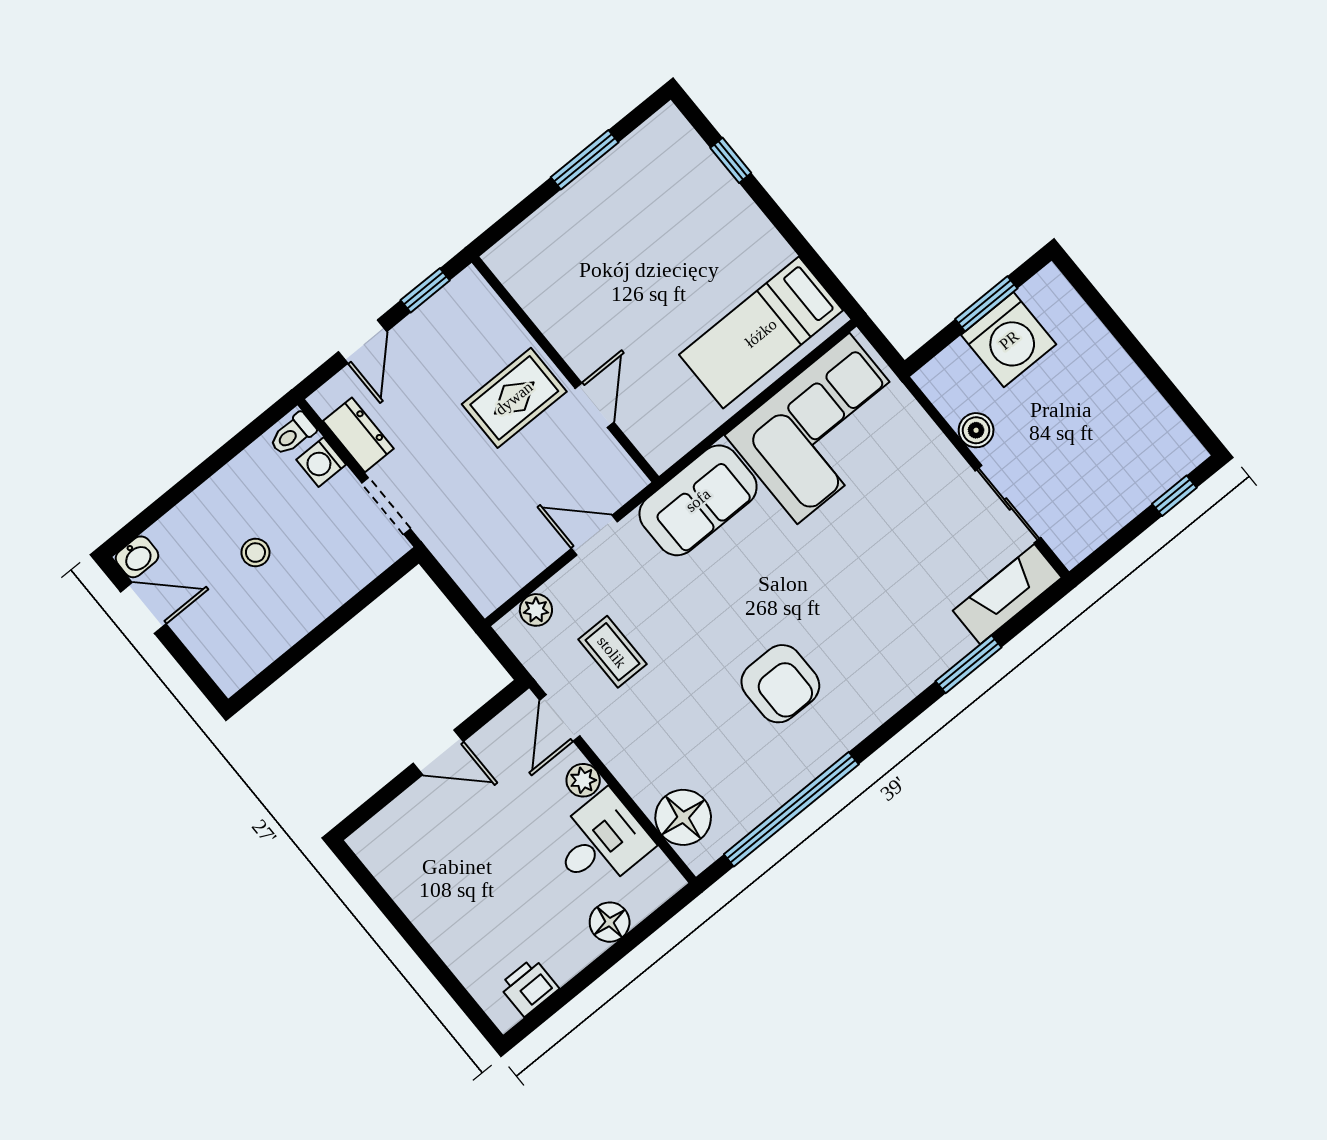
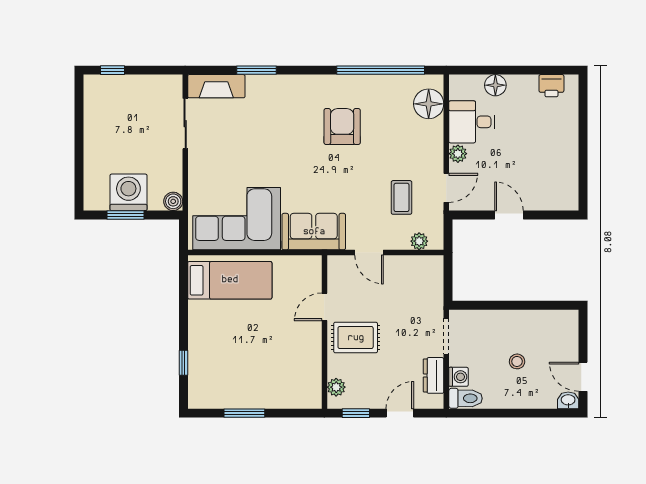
plant: (484, 304) -> (336, 387), added
boiler: (976, 430) -> (173, 201), moved
toilet: (293, 434) -> (466, 398), width x1.37, depth x1.39

